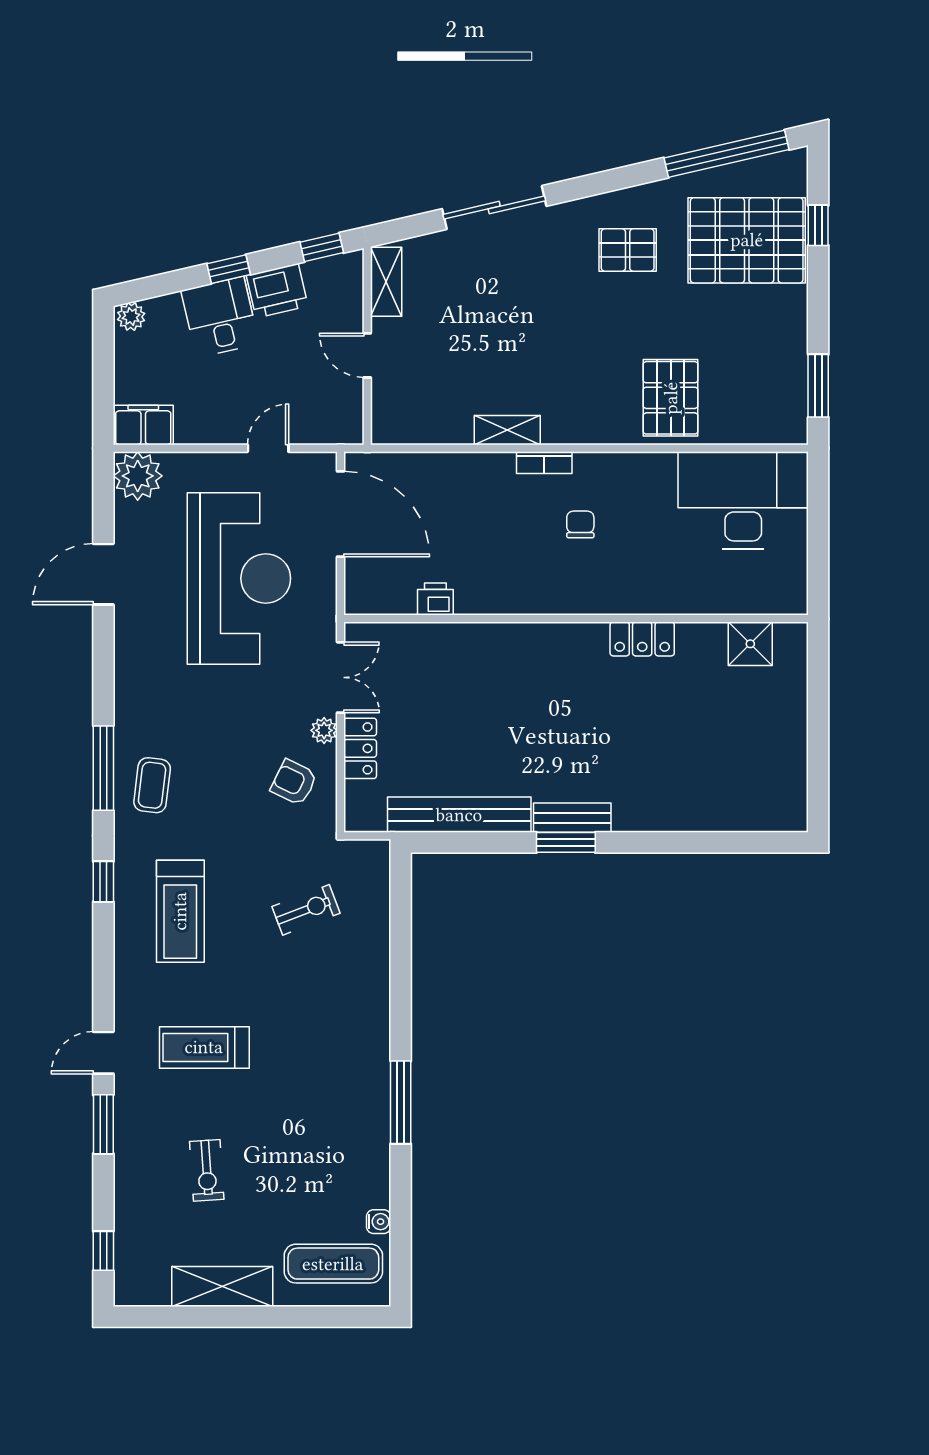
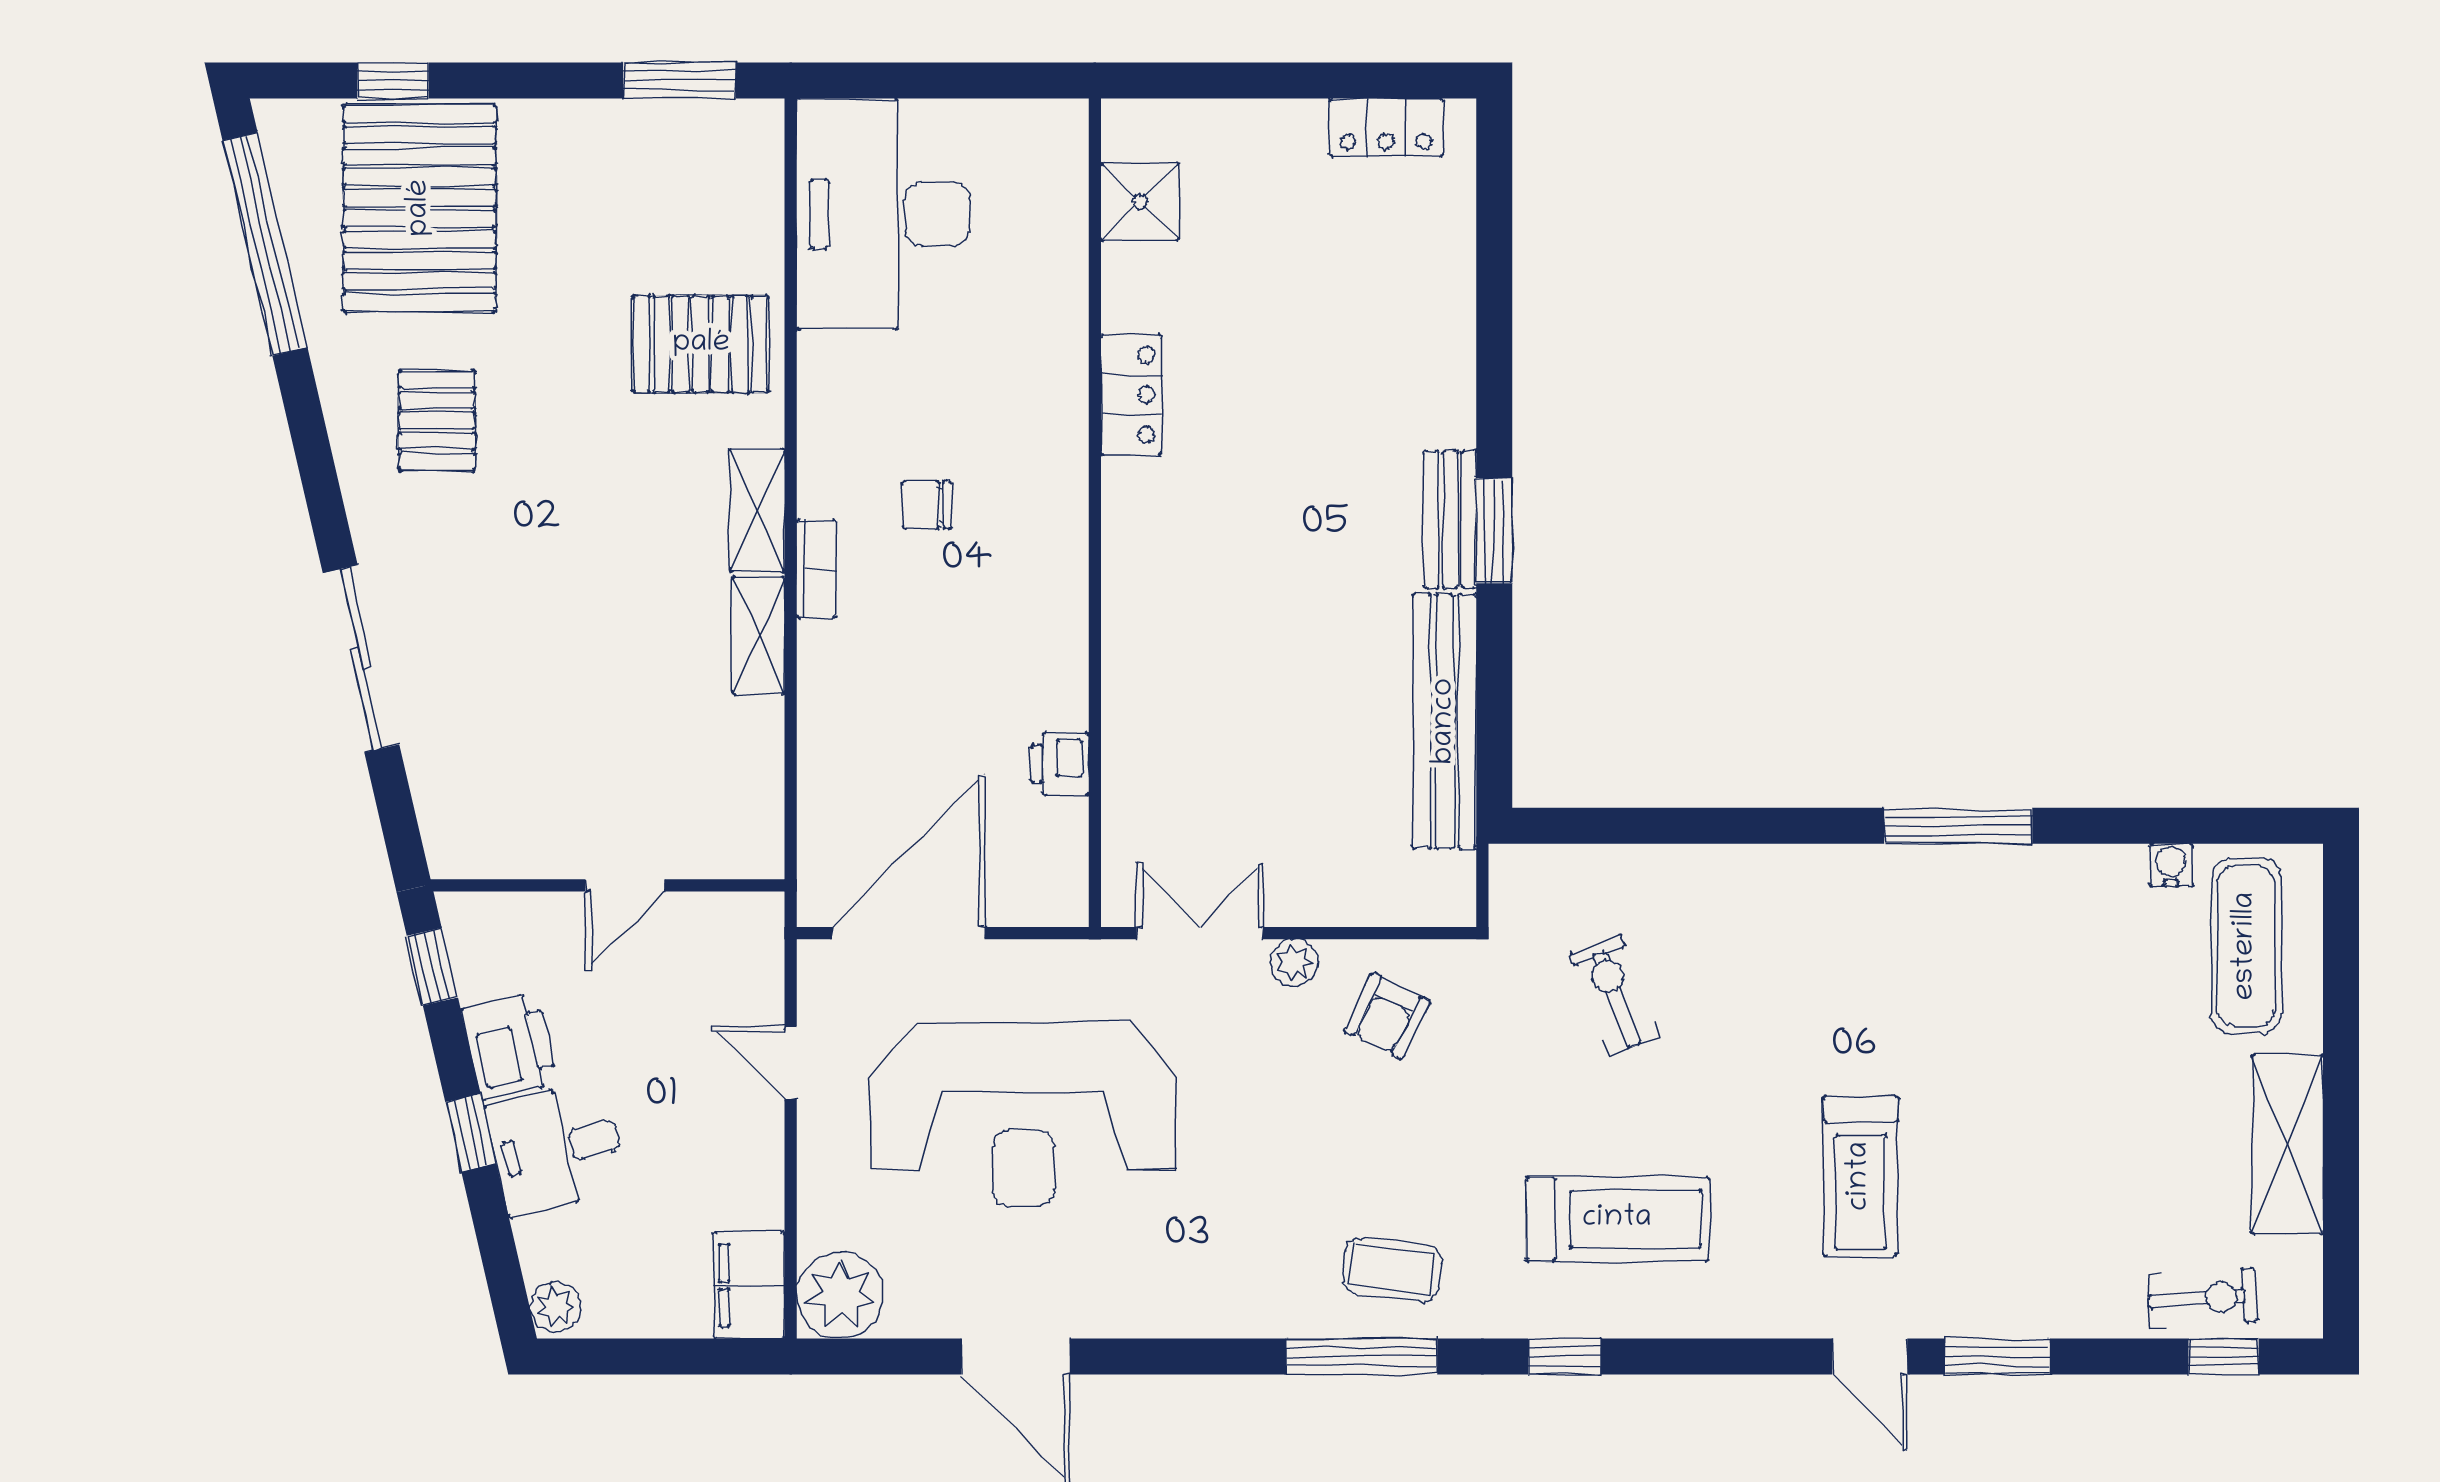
shelving: (386, 282) -> (757, 510), moved, turned 90
reception desk: (239, 578) -> (1023, 1115), turned 180
locker: (360, 748) -> (1386, 127), moved, turned 180
exercise bike: (207, 1170) -> (2202, 1298), moved

